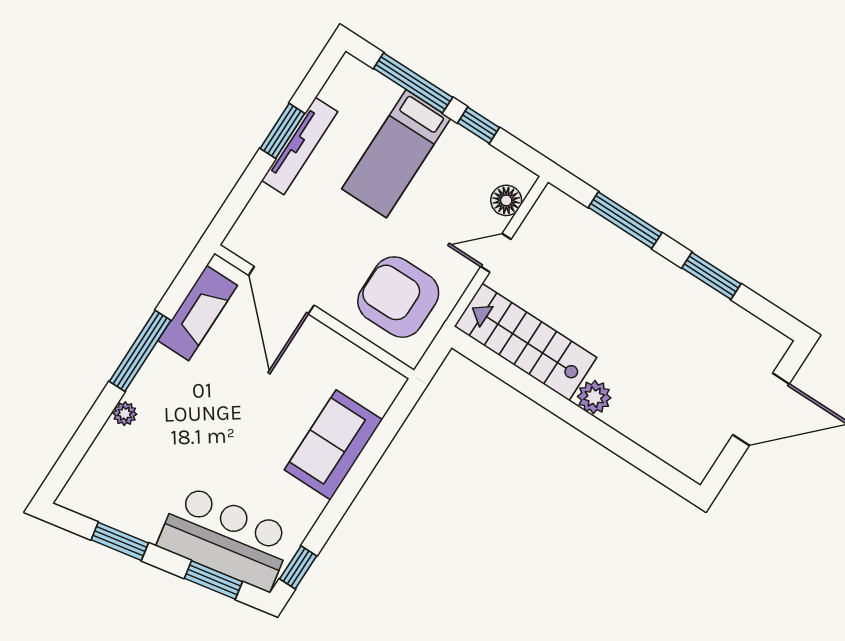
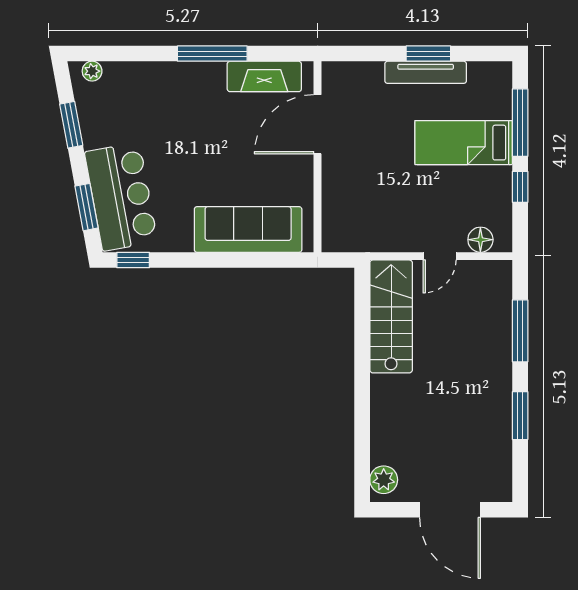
door: (496, 253) -> (440, 256), swing flipped
armchair: (398, 297) -> (365, 208), removed
plant: (594, 397) -> (384, 480), moved
plant: (125, 414) -> (92, 71), moved
sofa: (333, 445) -> (248, 230), width x1.36

